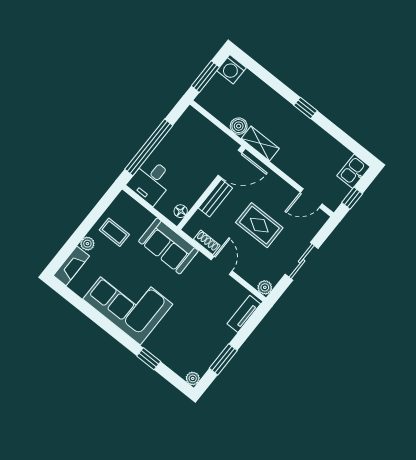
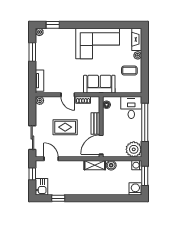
washing machine: (205, 99) -> (137, 165), added
window: (305, 108) -> (58, 198), moved
plant: (192, 123) -> (134, 149), added
door: (311, 198) -> (51, 159), hinge flipped
sliding door: (302, 261) -> (32, 138), moved
window: (149, 359) -> (53, 25), moved

